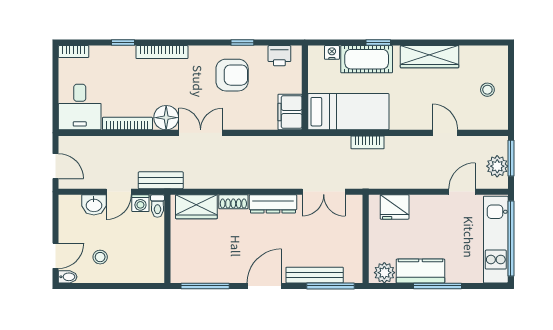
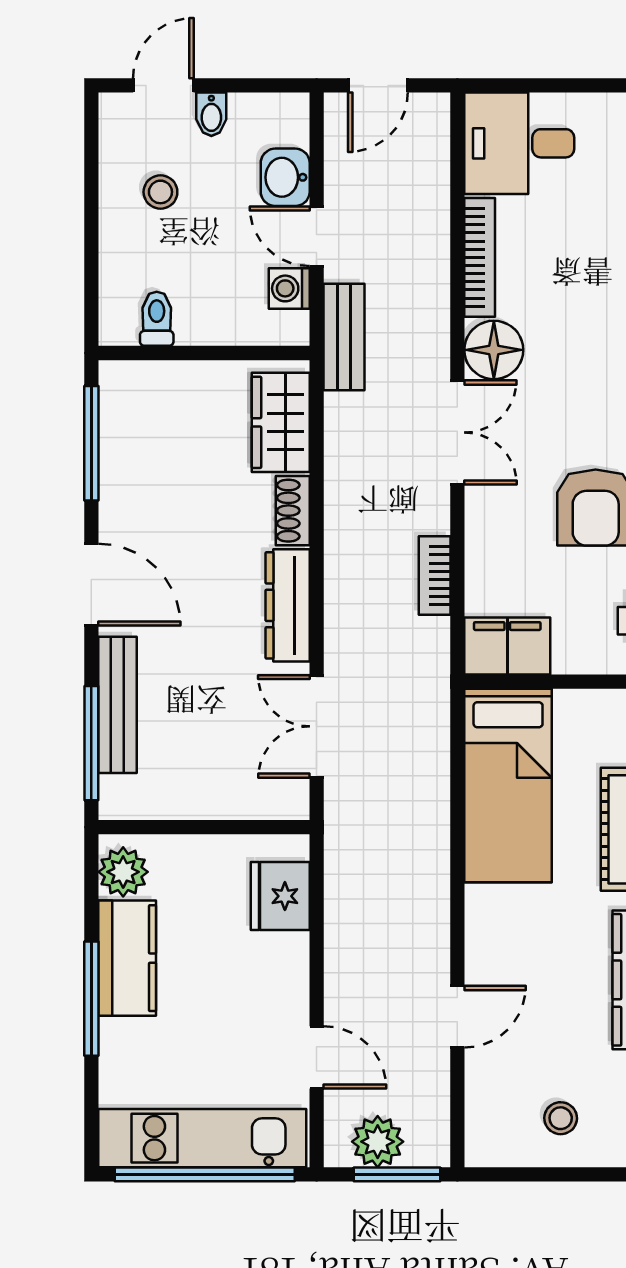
bookcase: (367, 142) -> (435, 576), moved
toilet: (157, 206) -> (157, 319), moved, turned 90
door: (56, 256) -> (163, 85), swing flipped
bidet: (68, 277) -> (211, 114), moved

